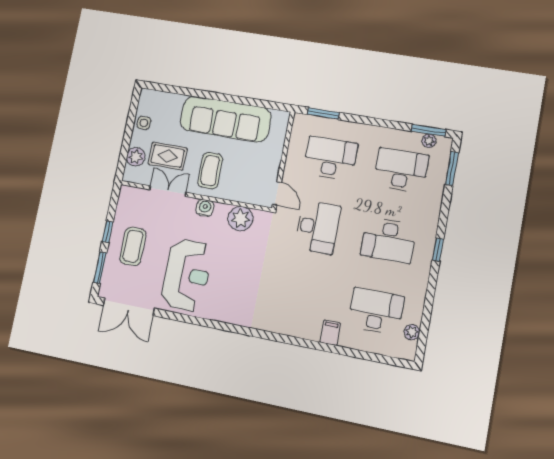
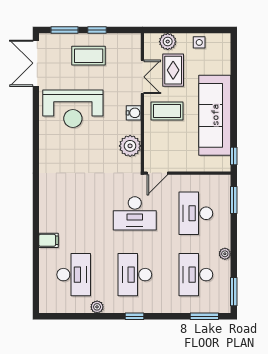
window: (274, 106) -> (234, 156), added
plant: (429, 141) -> (225, 254), moved
desk: (330, 158) -> (196, 213), turned 180
desk: (401, 170) -> (196, 275), turned 180
plant: (412, 332) -> (97, 307), moved

